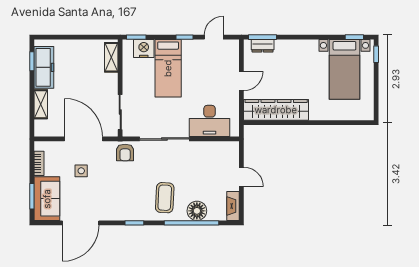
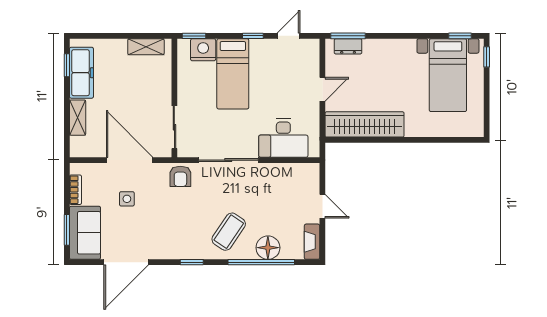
shelving: (111, 57) -> (146, 47), moved, turned 90
coffee table: (165, 198) -> (229, 232), turned 31

